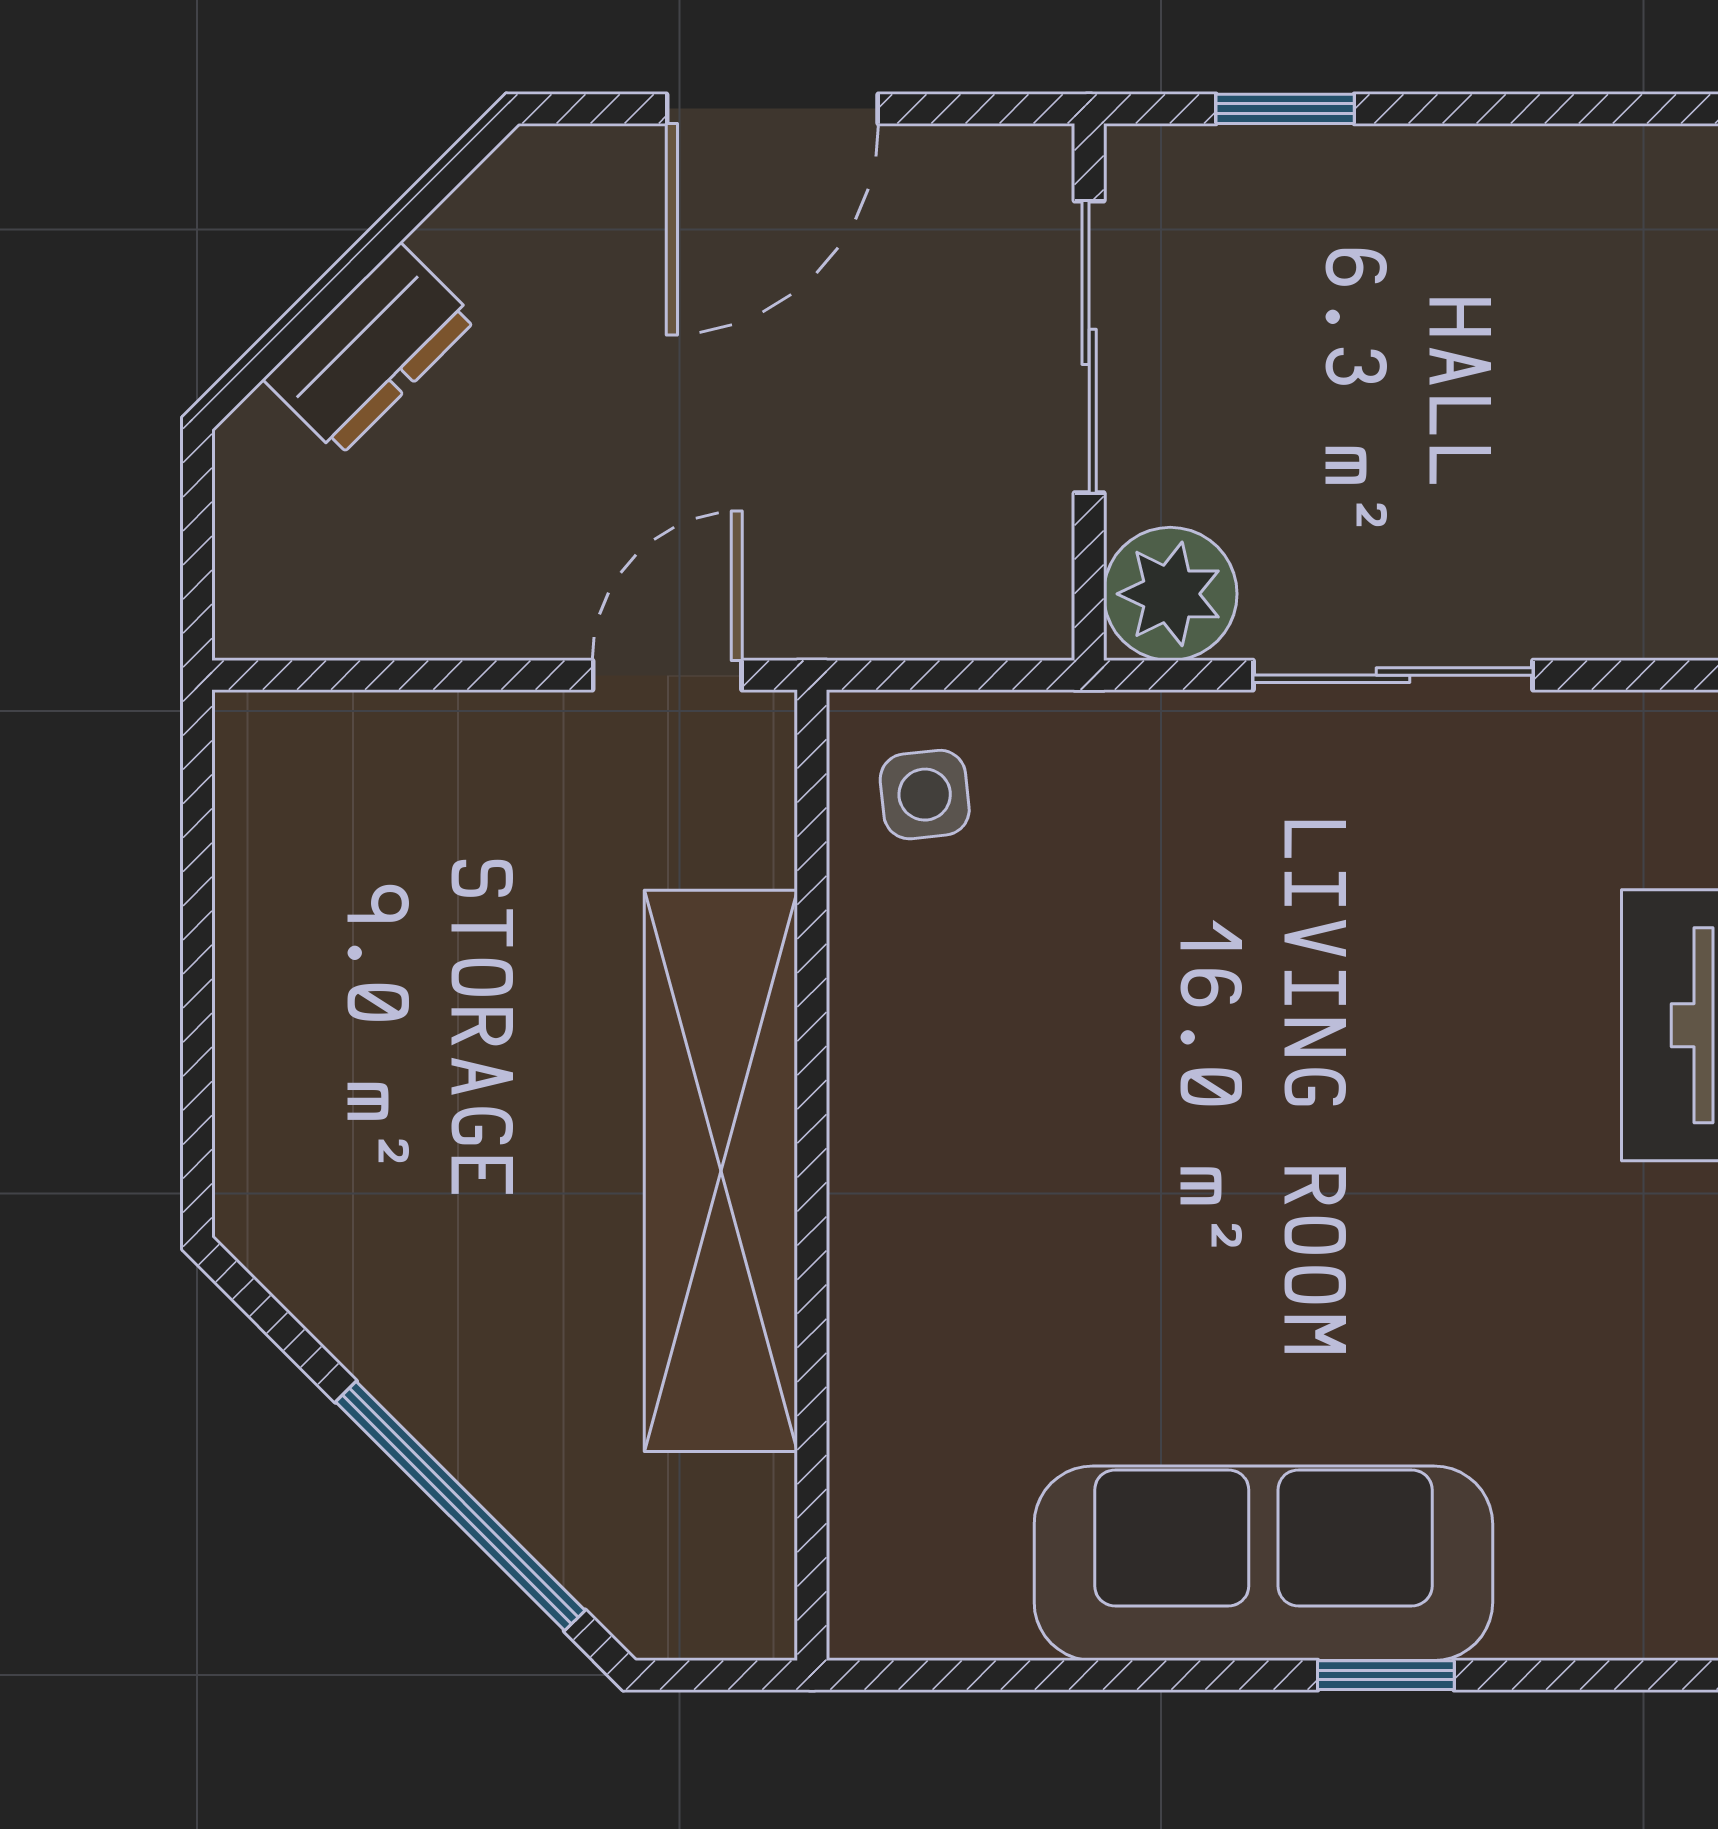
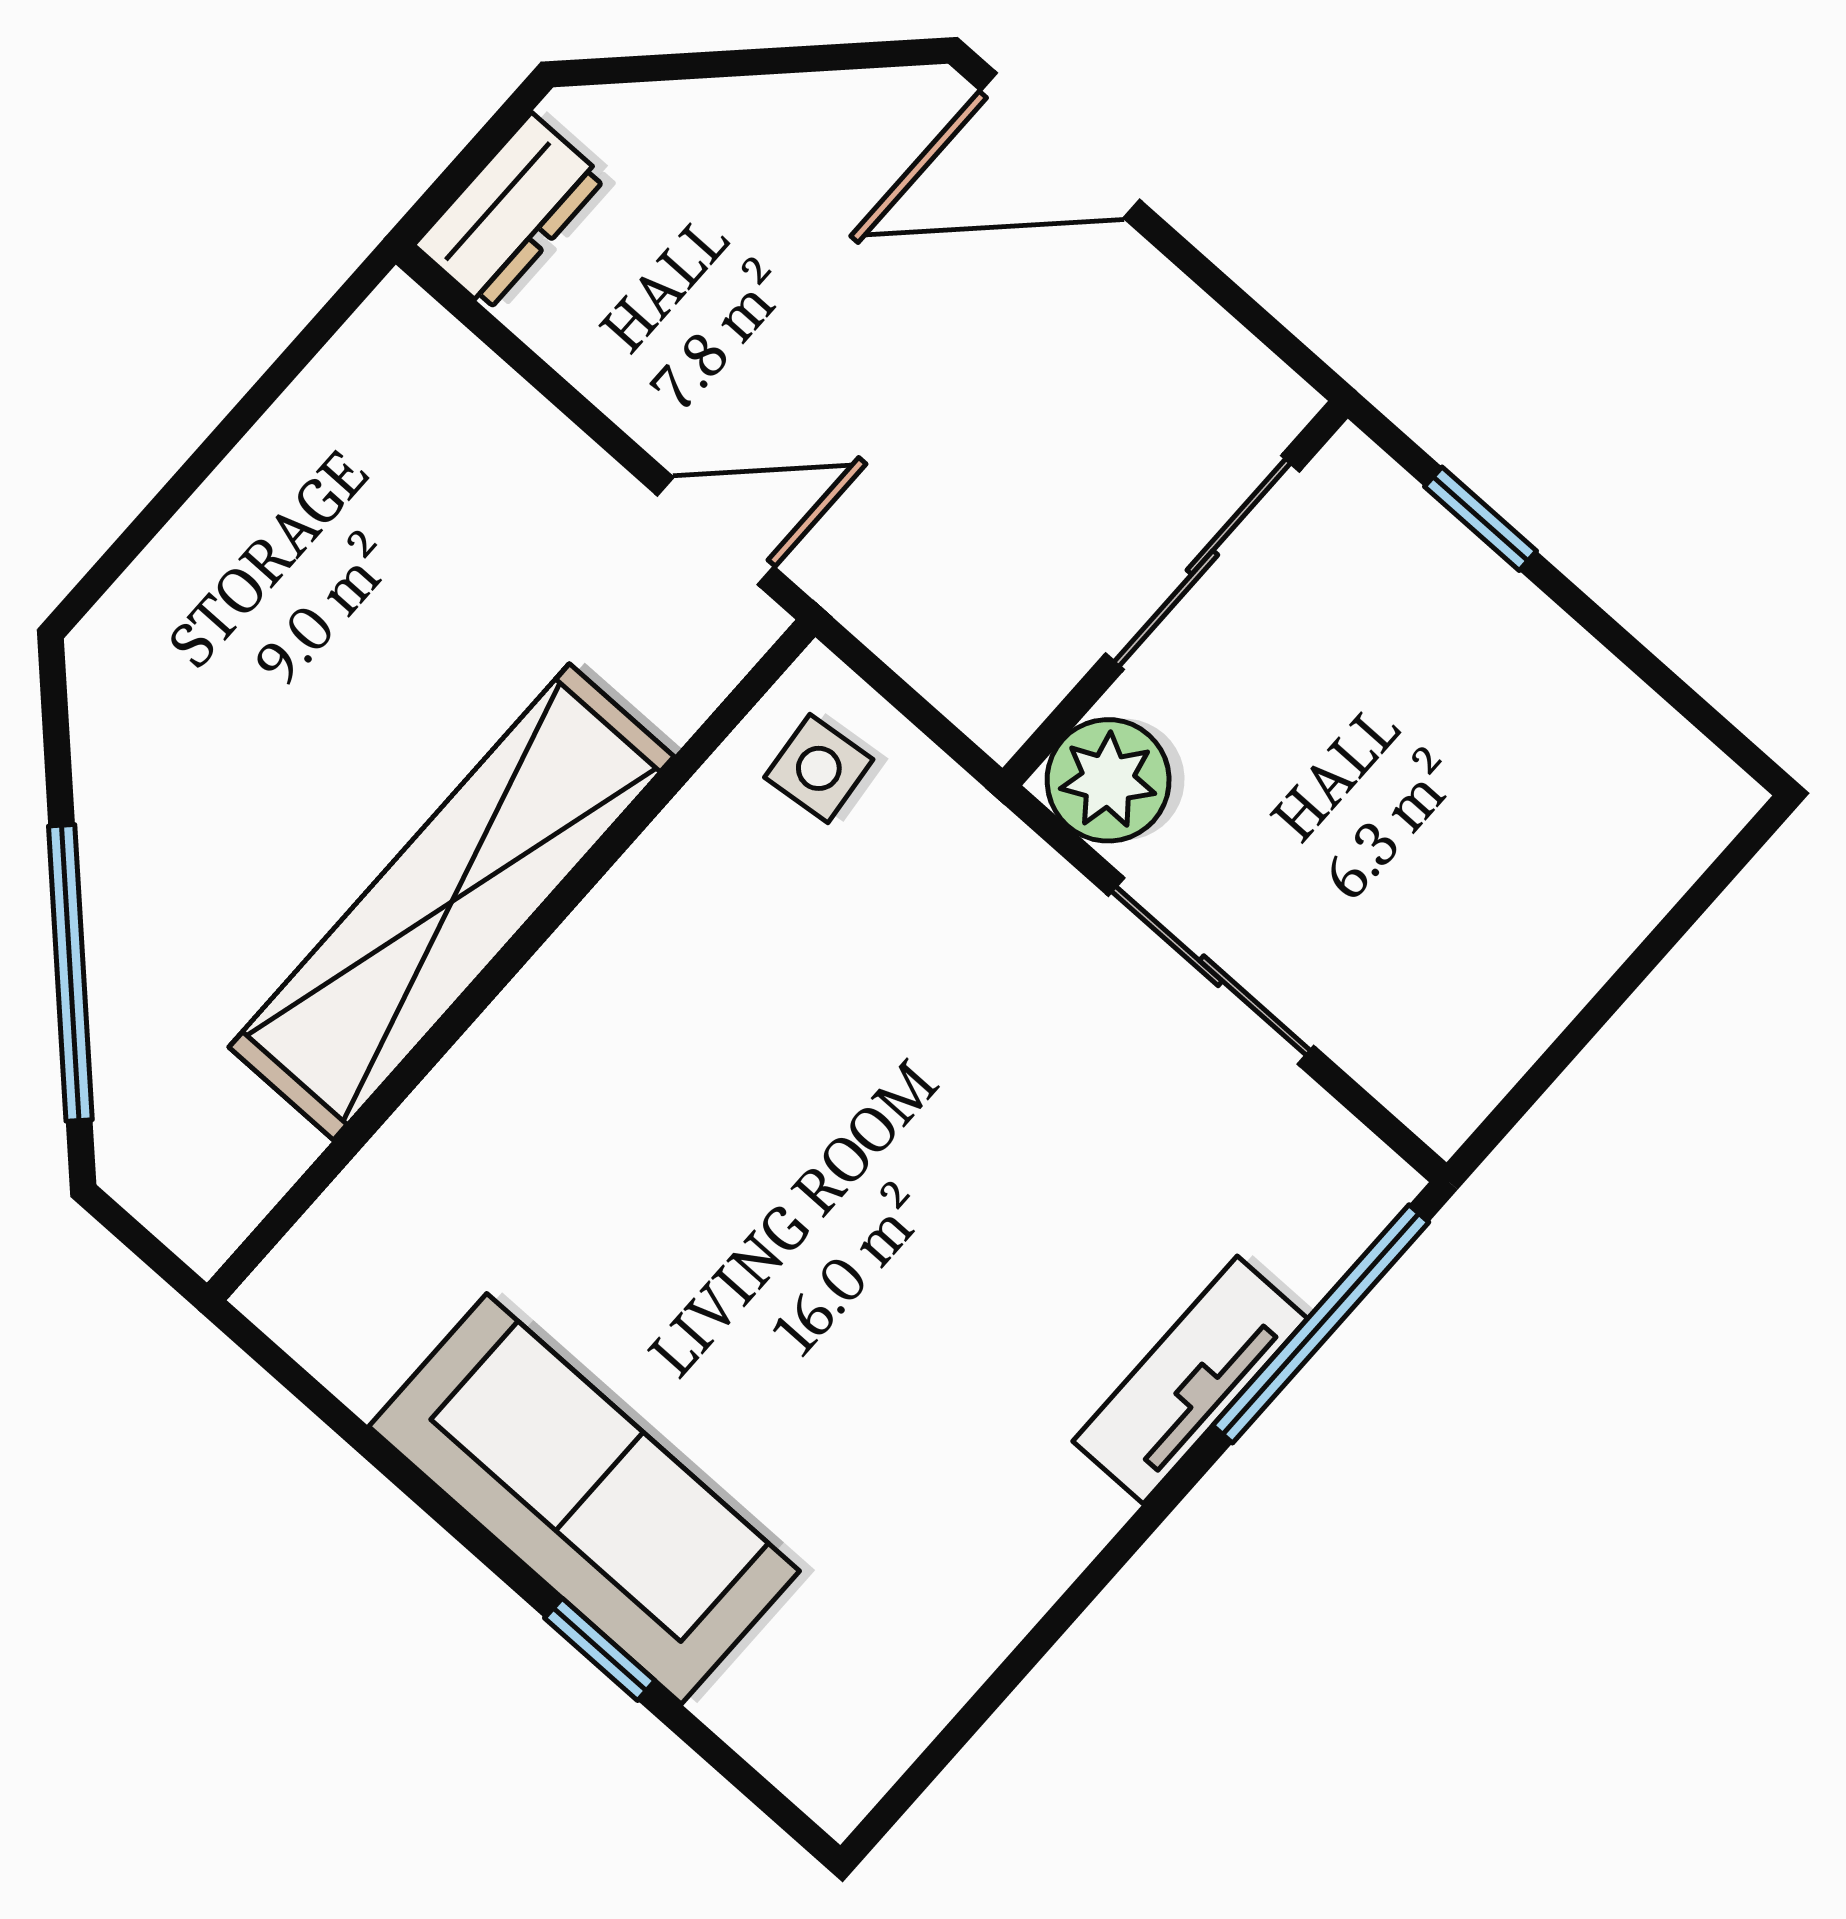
door: (772, 109) -> (1060, 146), moved
dresser: (370, 349) -> (510, 212), moved, turned -45

